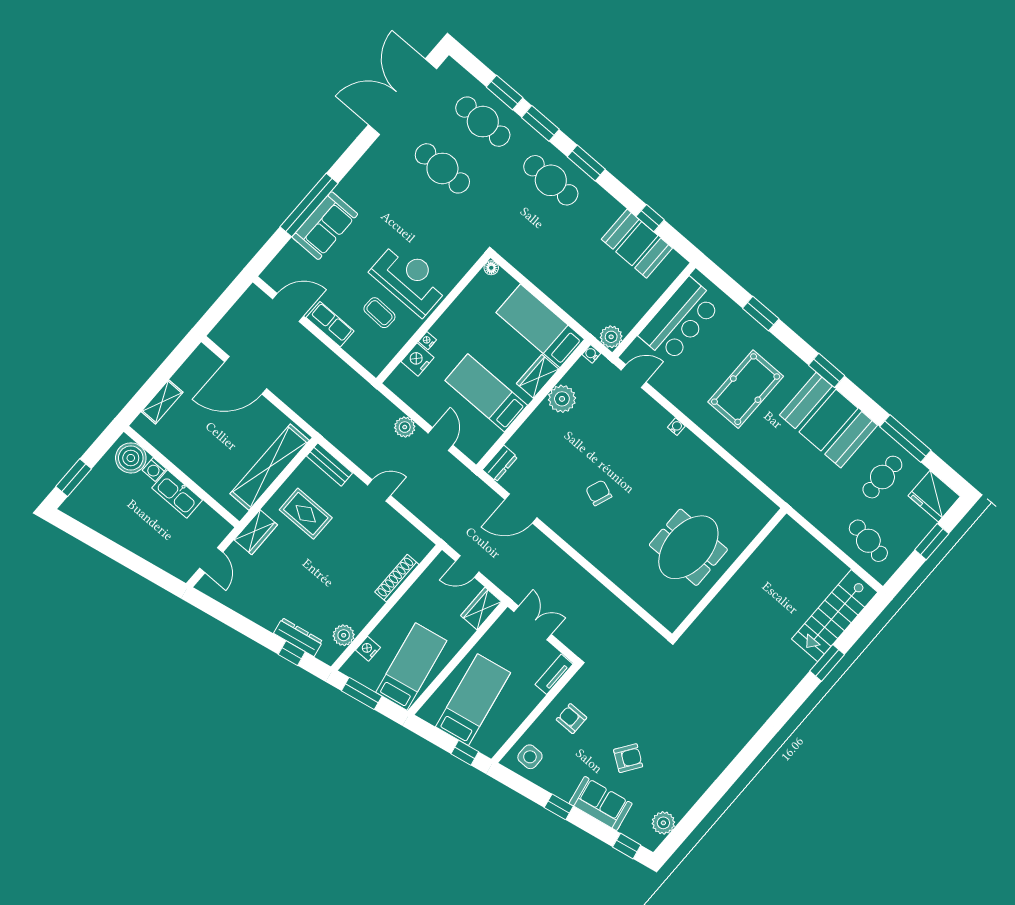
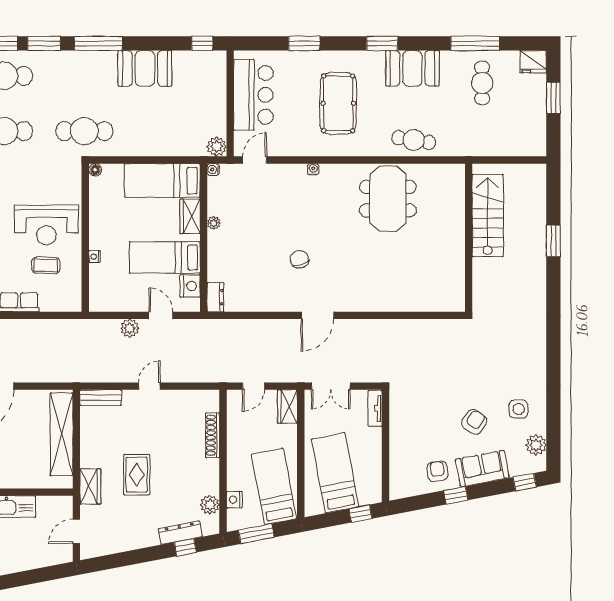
window: (586, 163) -> (98, 43), width x1.44
cafe table: (551, 180) -> (84, 131), moved
window: (650, 218) -> (202, 43), moved
booth: (637, 244) -> (145, 68), moved
reception desk: (410, 279) -> (46, 225), turned 180
nightstand: (417, 360) -> (190, 286), moved, turned 180
plant: (562, 399) -> (214, 223), width x0.53, depth x0.53
booth: (829, 420) -> (412, 68), width x0.73, depth x0.70
chair: (599, 493) -> (299, 259), turned 51
fridge: (934, 496) -> (533, 62), width x0.73, depth x0.75
door: (521, 508) -> (317, 315), moved
rug: (306, 514) -> (137, 475), moved, turned 90
cafe table: (868, 541) -> (414, 140), moved
meeting table: (688, 547) -> (388, 199), moved
door: (211, 560) -> (76, 531), swing flipped
wall: (729, 574) -> (469, 238), moved
stairs: (835, 616) -> (488, 216), moved, turned 180
double door: (533, 623) -> (331, 386), swing flipped
armchair: (572, 719) -> (437, 471), moved, turned 82
side table: (530, 757) -> (518, 409), moved

